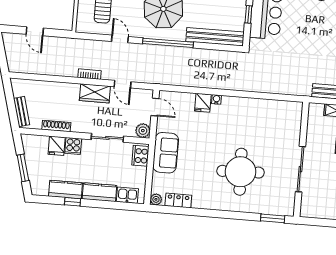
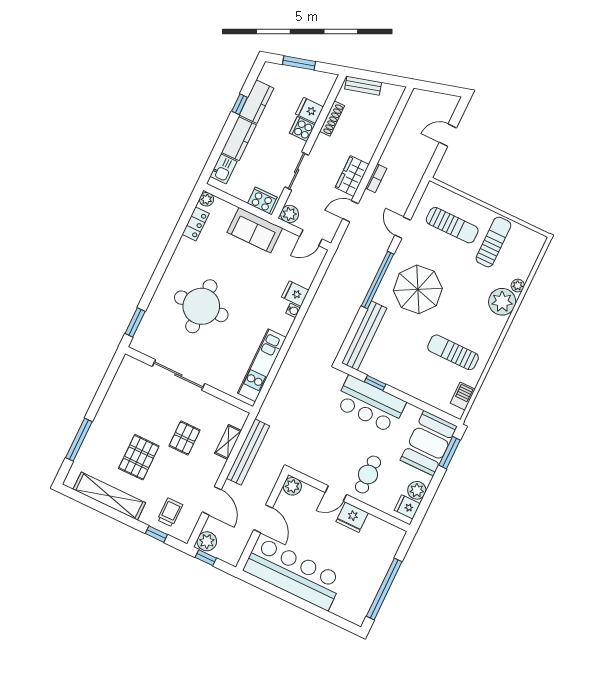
door: (120, 39) -> (403, 228), swing flipped
kitchen unit: (268, 107) -> (262, 365), added

